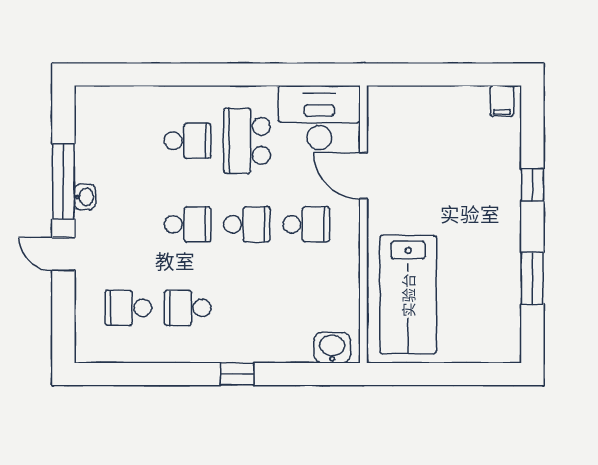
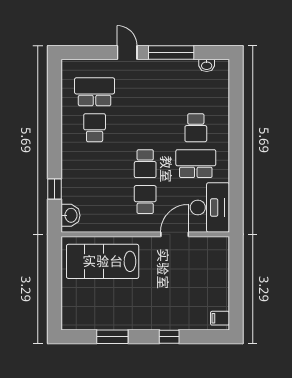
washbasin: (85, 197) -> (207, 65), moved
school desk: (188, 224) -> (145, 128), removed
school desk: (306, 224) -> (145, 200), turned 180
door: (63, 254) -> (127, 52), hinge flipped
school desk: (128, 308) -> (95, 92), width x1.85
window: (237, 374) -> (54, 189), moved

